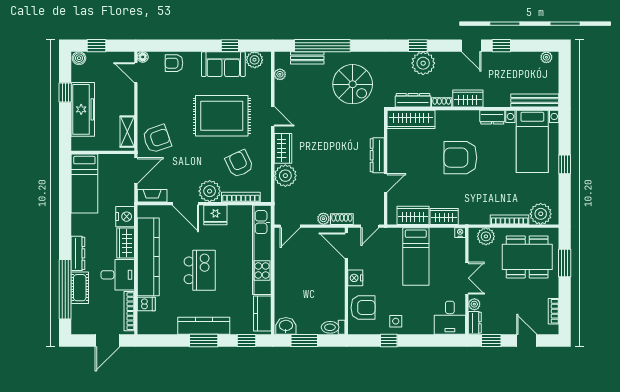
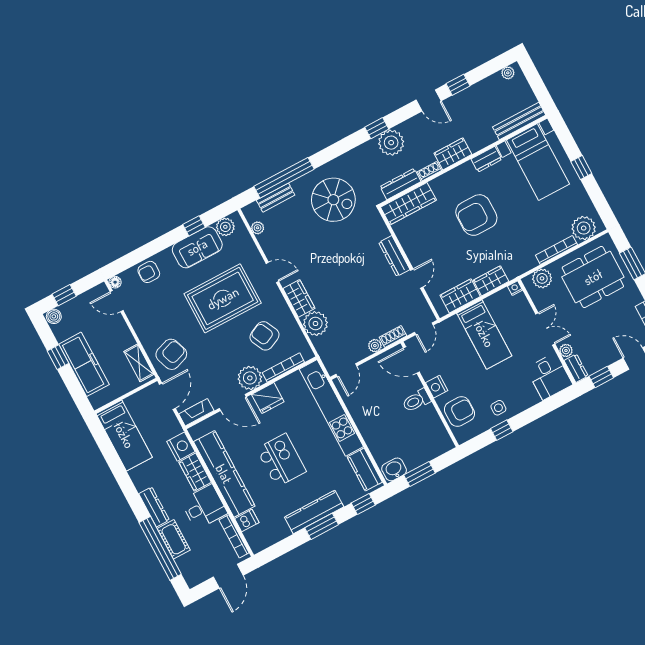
toilet: (333, 327) -> (416, 401), moved

